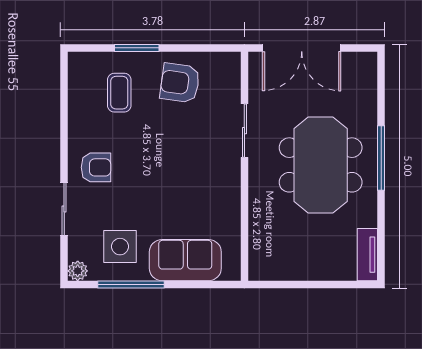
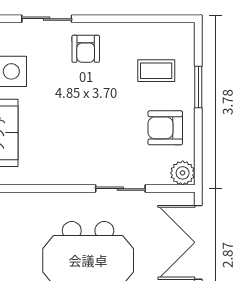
plant: (228, 65) -> (183, 173), added
armchair: (180, 83) -> (165, 128), turned -98

